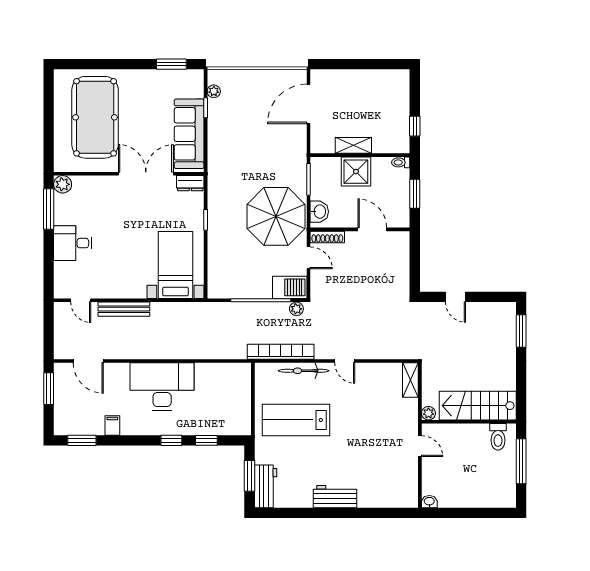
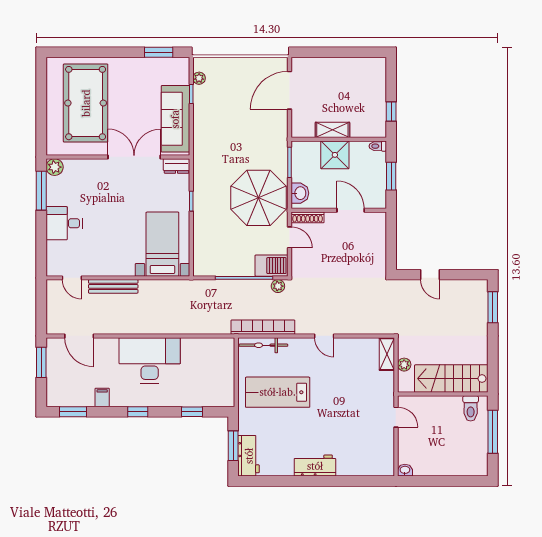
bicycle: (304, 371) -> (263, 345), moved
plant: (428, 413) -> (404, 365), moved
window: (171, 440) -> (138, 412), moved

